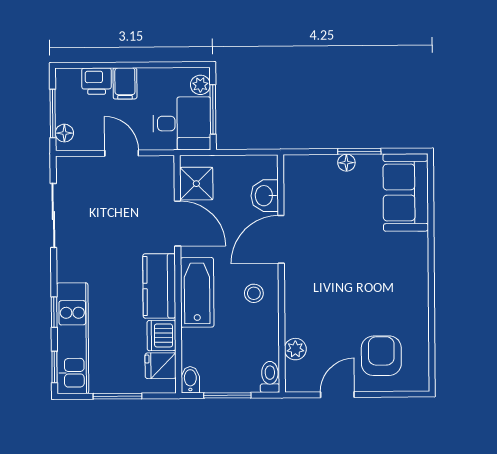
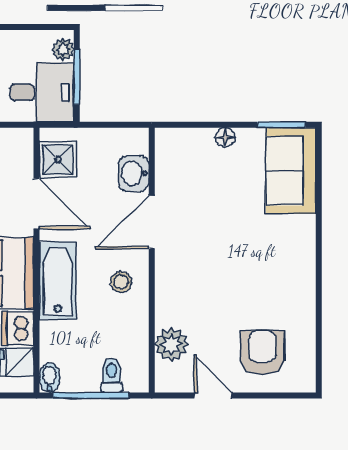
window: (359, 151) -> (281, 125), moved
plant: (295, 349) -> (171, 344), width x1.38, depth x1.38
toilet: (270, 377) -> (112, 375), moved
window: (227, 395) -> (91, 395), width x1.44
door: (337, 395) -> (213, 395), hinge flipped

